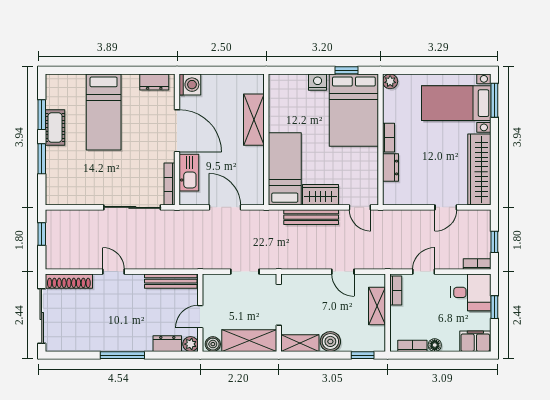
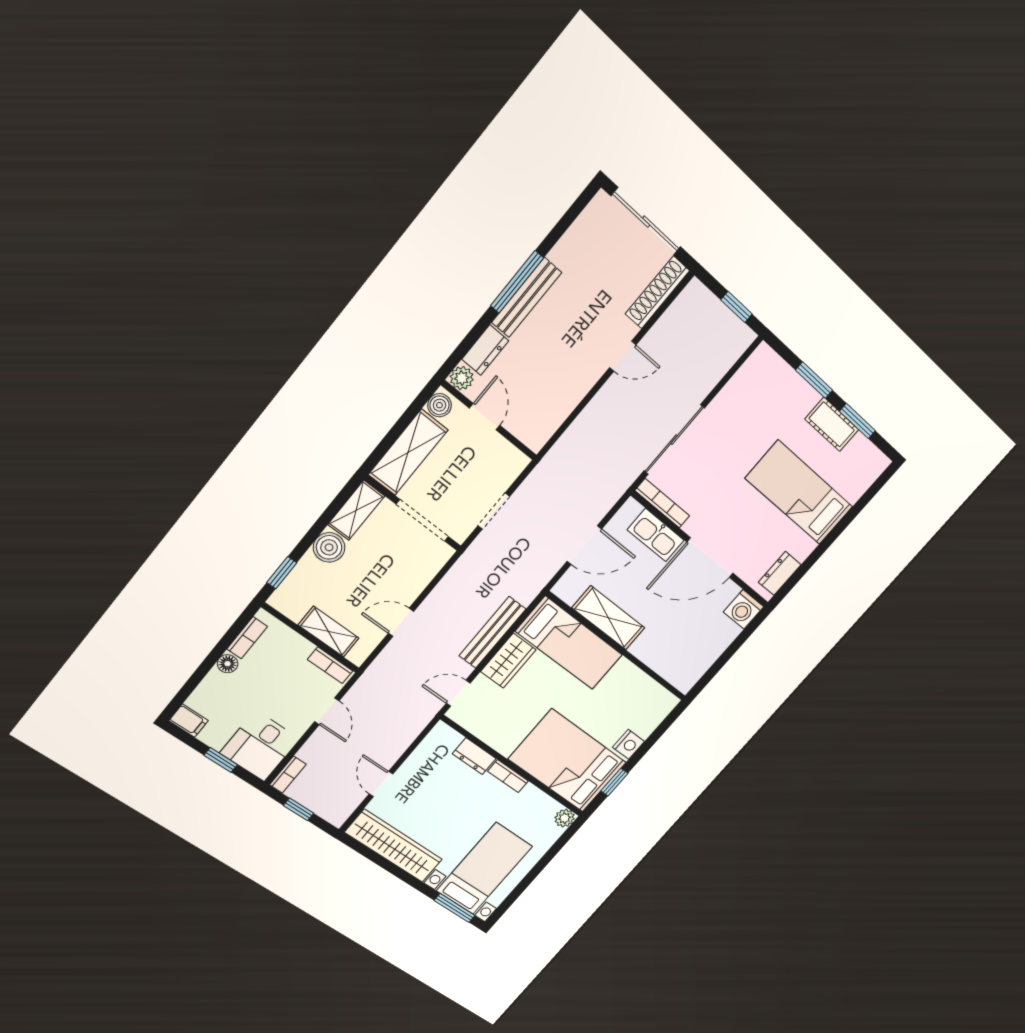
shelving: (254, 120) -> (608, 618), moved
bench: (171, 281) -> (527, 298), moved
filing cabinet: (475, 341) -> (189, 721), width x0.50

